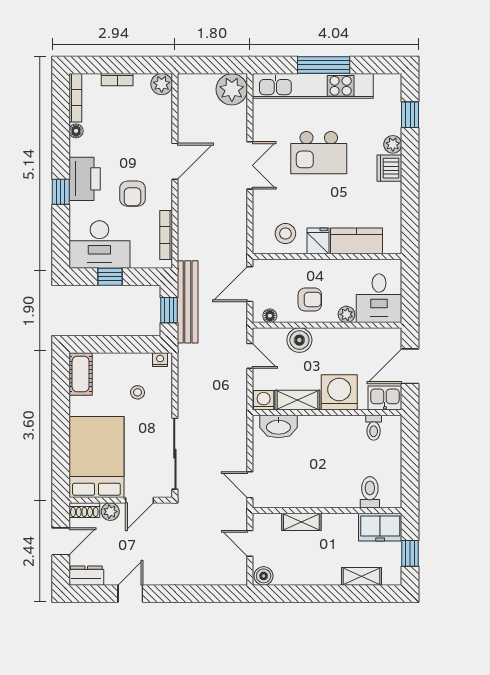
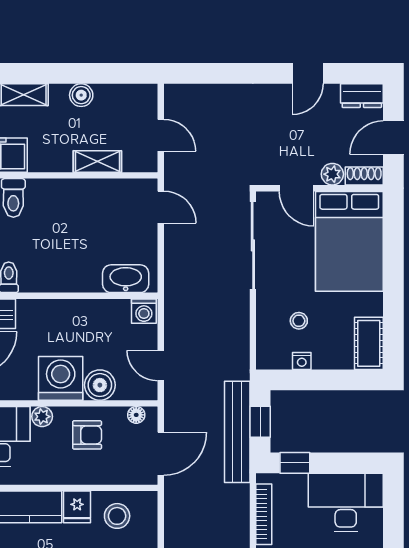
window: (110, 277) -> (295, 463), moved
armchair: (310, 299) -> (87, 435), turned 180
nightstand: (160, 360) -> (302, 361), moved
washing machine: (339, 392) -> (61, 378), moved, turned 180
shelving: (297, 400) -> (102, 311), removed
door: (140, 500) -> (296, 188), swing flipped
boiler: (264, 576) -> (81, 95), moved

